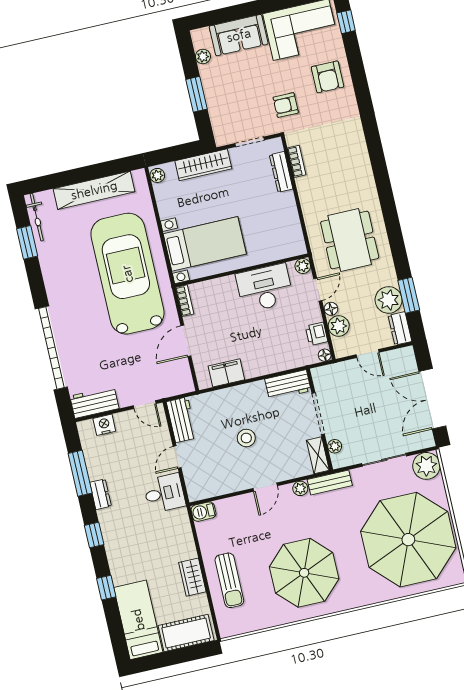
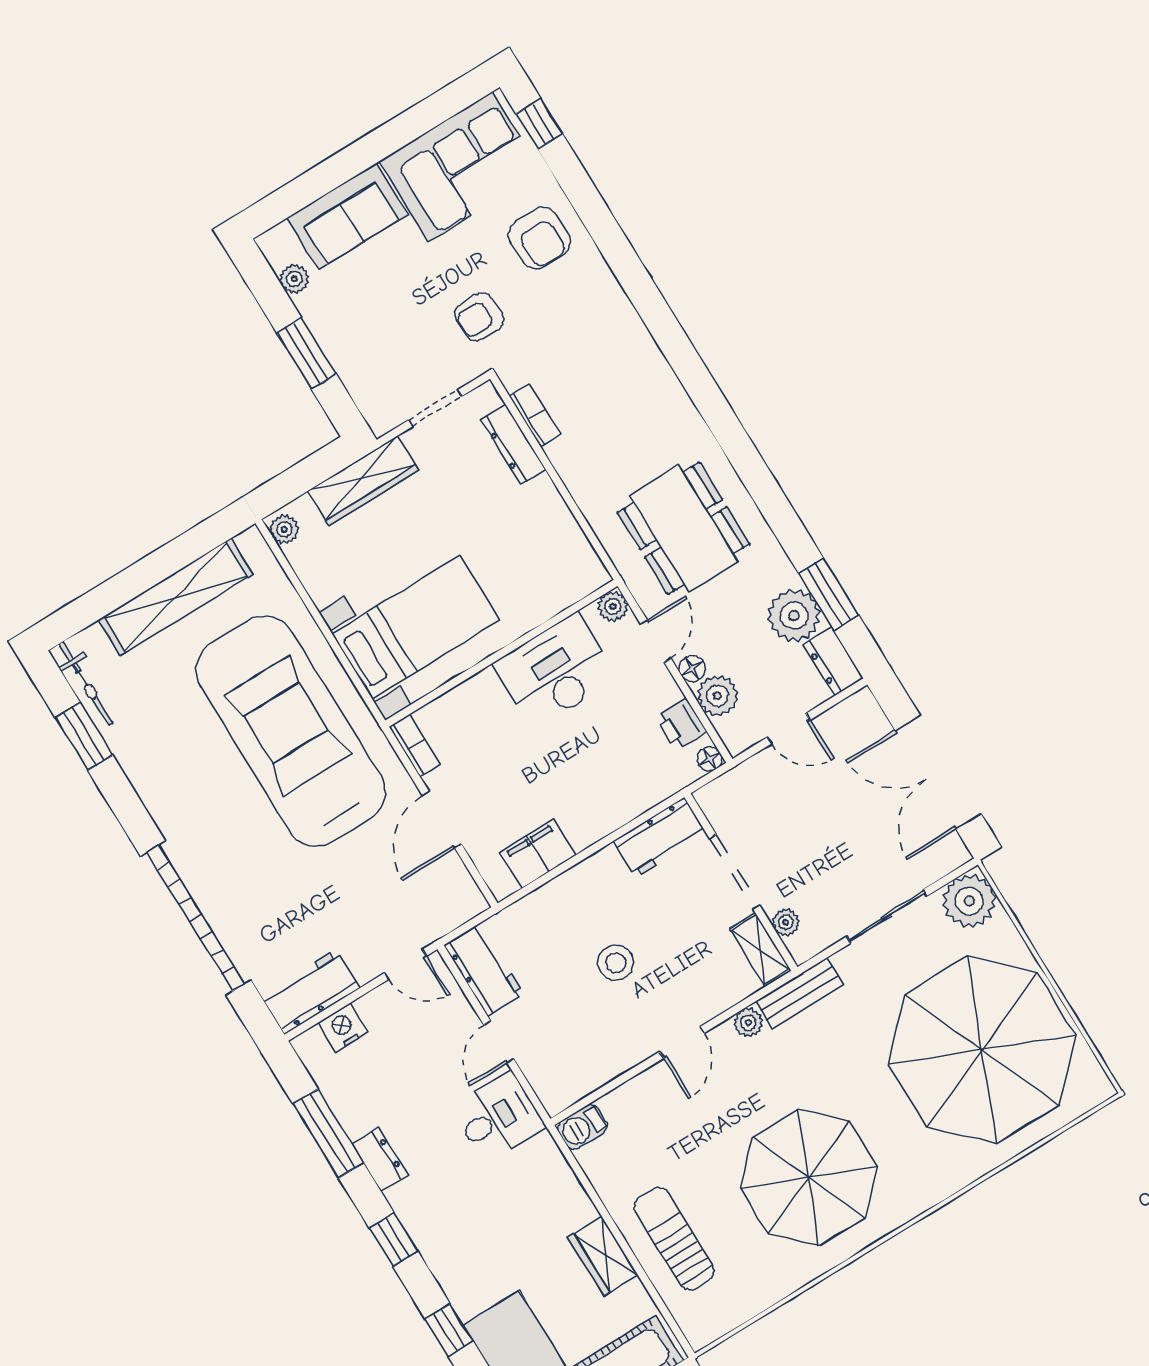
sun lounger: (229, 580) -> (674, 1239), turned 180

